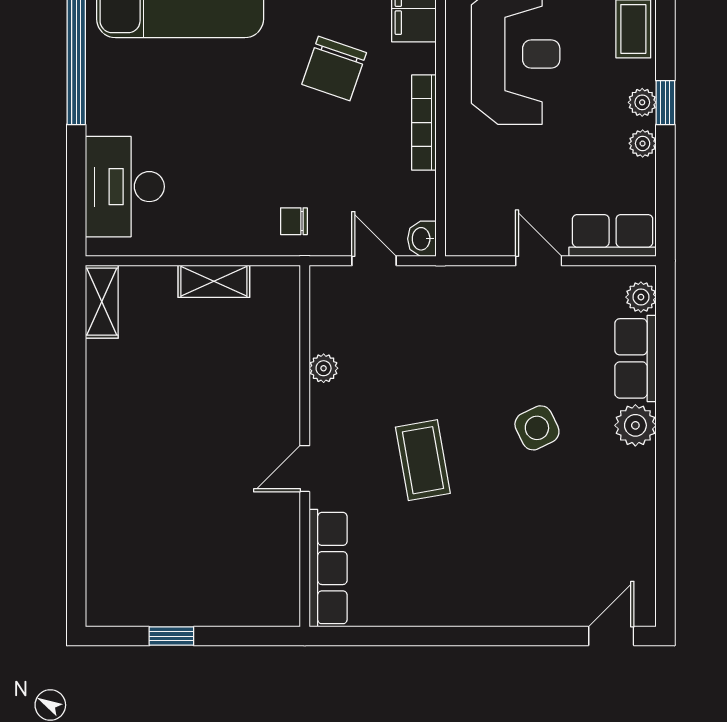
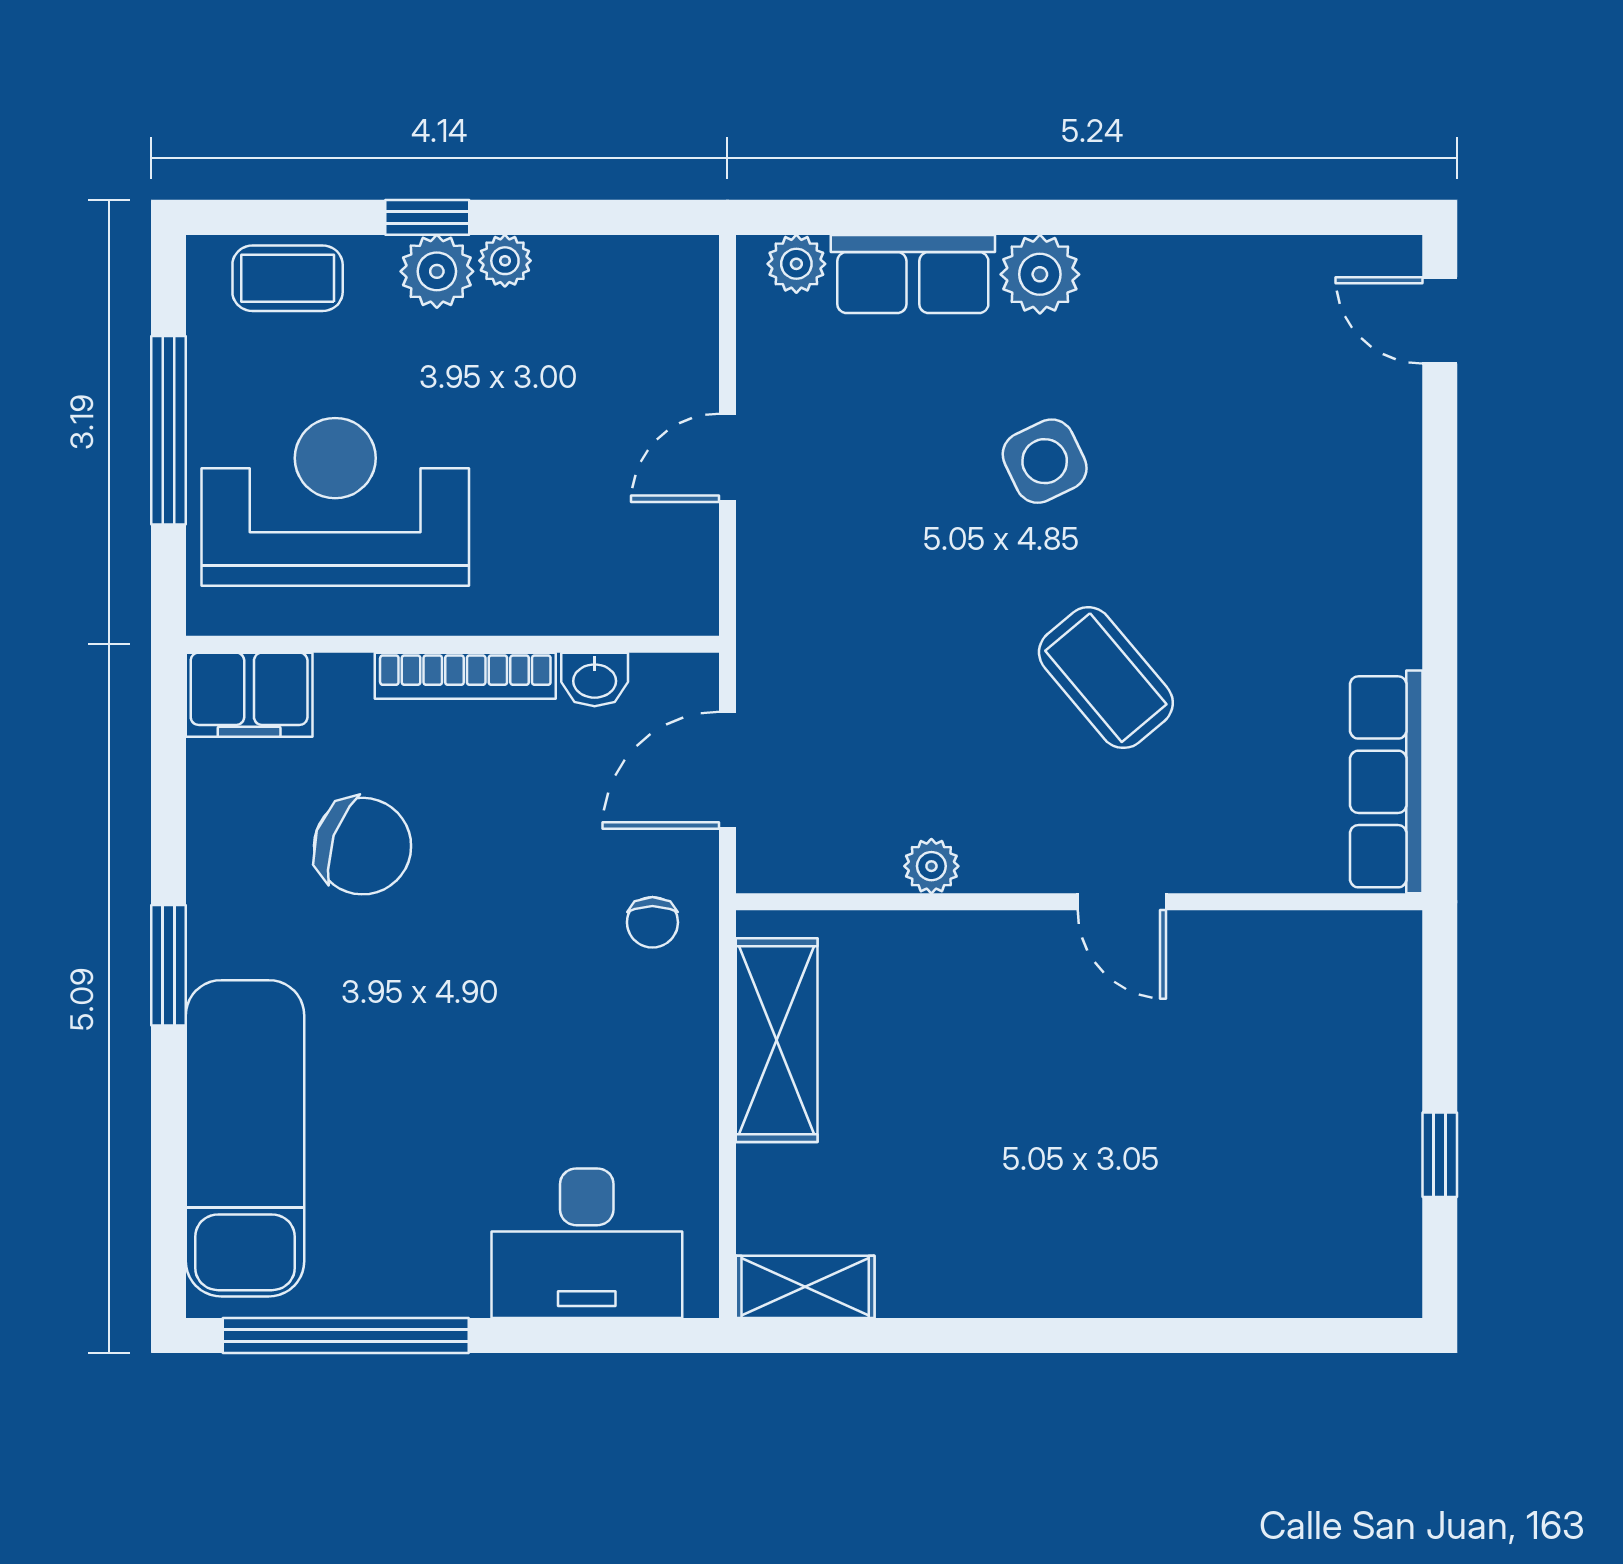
plant: (642, 102) -> (437, 271), width x1.38, depth x1.38
row of seats: (613, 235) -> (679, 318), removed
washbasin: (422, 239) -> (595, 679), moved
door: (374, 261) -> (727, 770), width x1.38
shelving: (214, 281) -> (777, 1040), width x1.50, depth x1.33
coffee table: (423, 460) -> (1106, 678), turned 60
row of seats: (328, 568) -> (1386, 782), moved, turned -90

